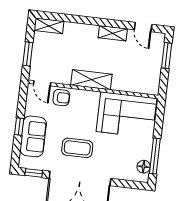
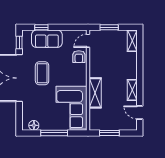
door: (143, 27) -> (140, 112), hinge flipped
window: (167, 56) -> (109, 133), moved
shelving: (91, 80) -> (95, 93), moved
window: (19, 127) -> (41, 27), moved
window: (155, 156) -> (54, 133), moved

